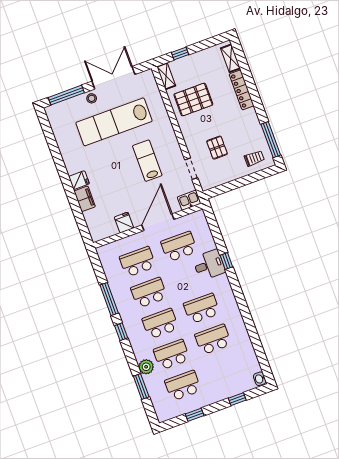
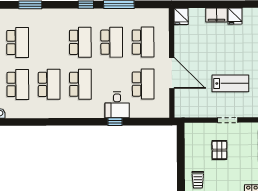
pallet: (217, 148) -> (219, 150), turned 90
doorway: (191, 169) -> (228, 120), moved
kitchen sink: (189, 200) -> (181, 108), removed
fridge: (124, 223) -> (181, 16), moved, turned 90
school desk: (172, 355) -> (18, 84), moved
plant: (146, 367) -> (46, 16), removed

